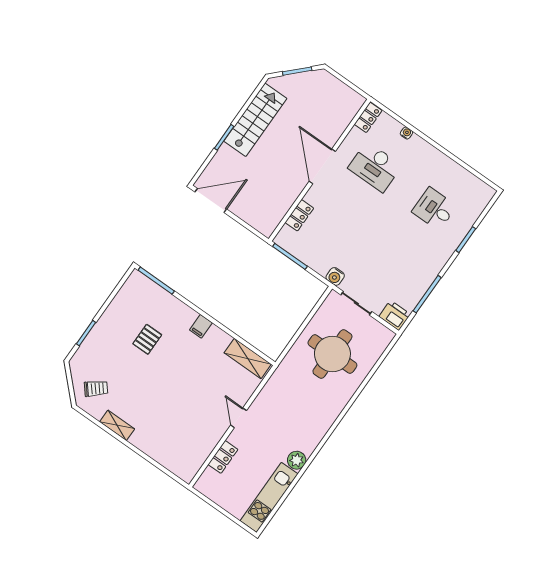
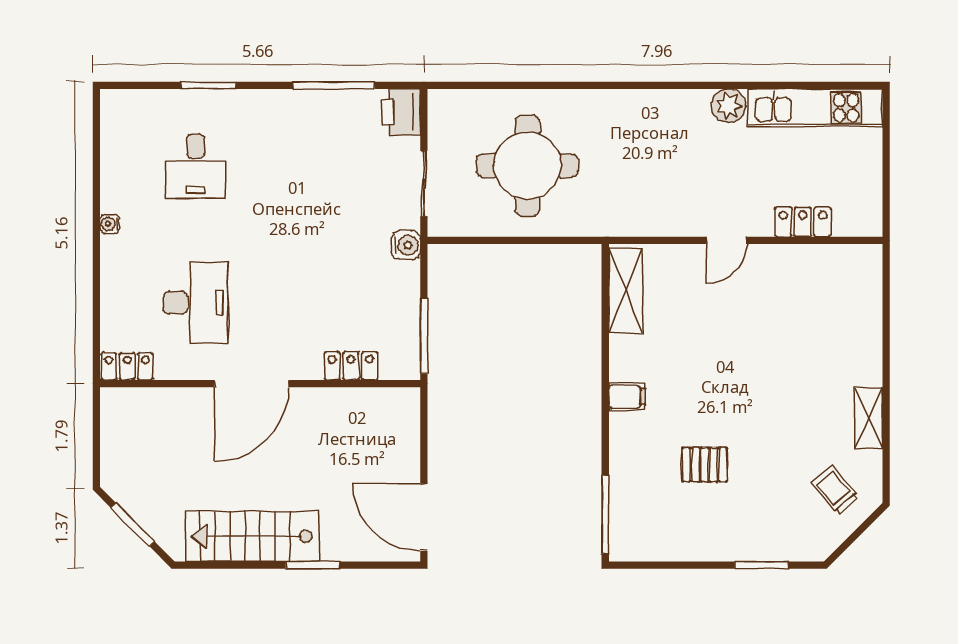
water cooler: (406, 133) -> (110, 224), moved

